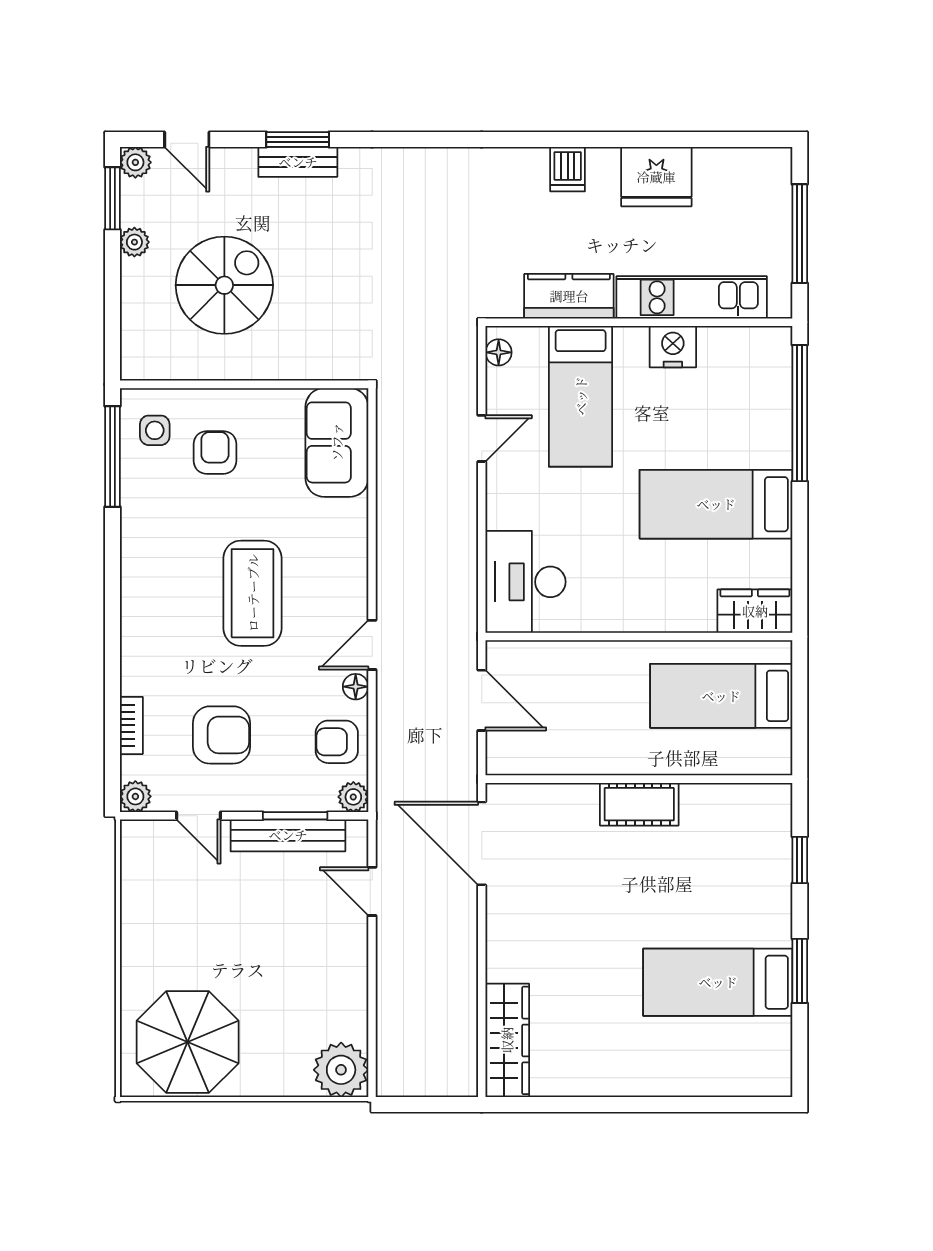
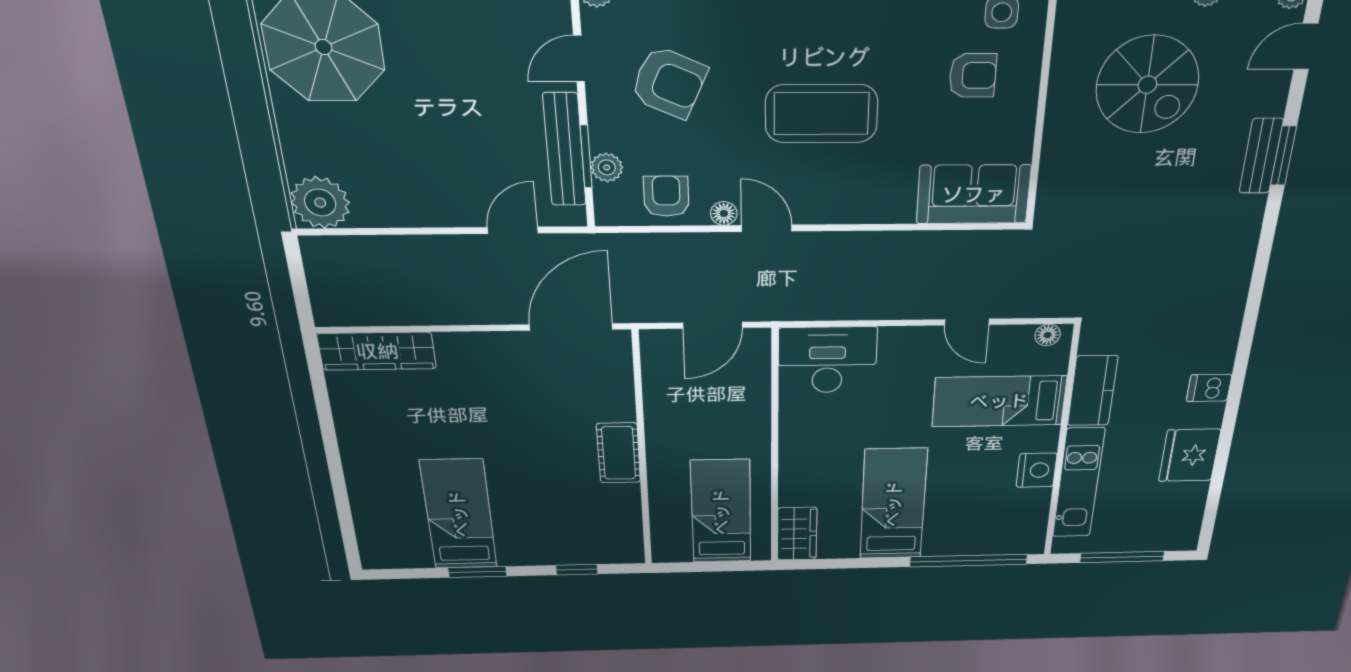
armchair: (221, 735) -> (669, 82), turned -66
plant: (353, 797) -> (607, 167), moved

